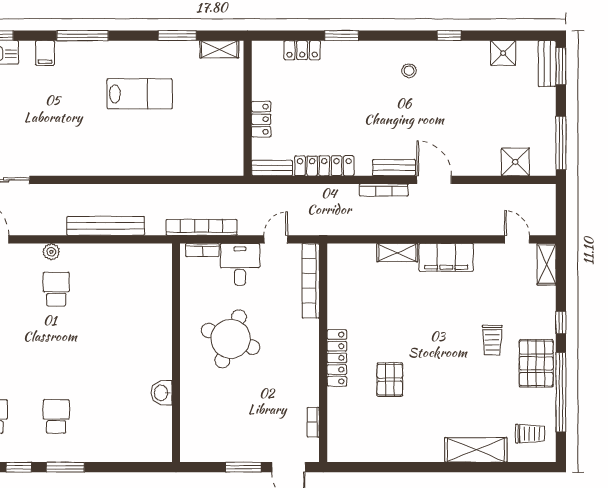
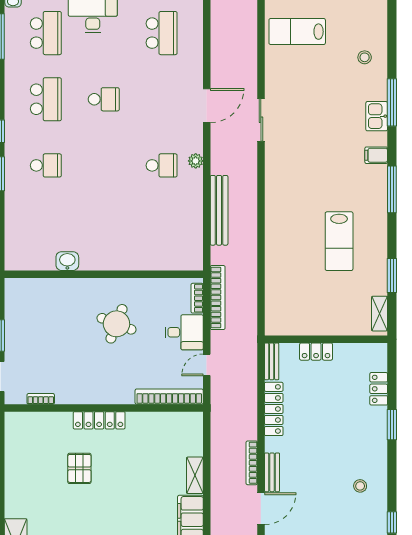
door: (276, 239) -> (207, 365), swing flipped
round table: (231, 339) -> (116, 324), width x0.73, depth x0.73
pallet: (390, 380) -> (79, 468), turned 90

